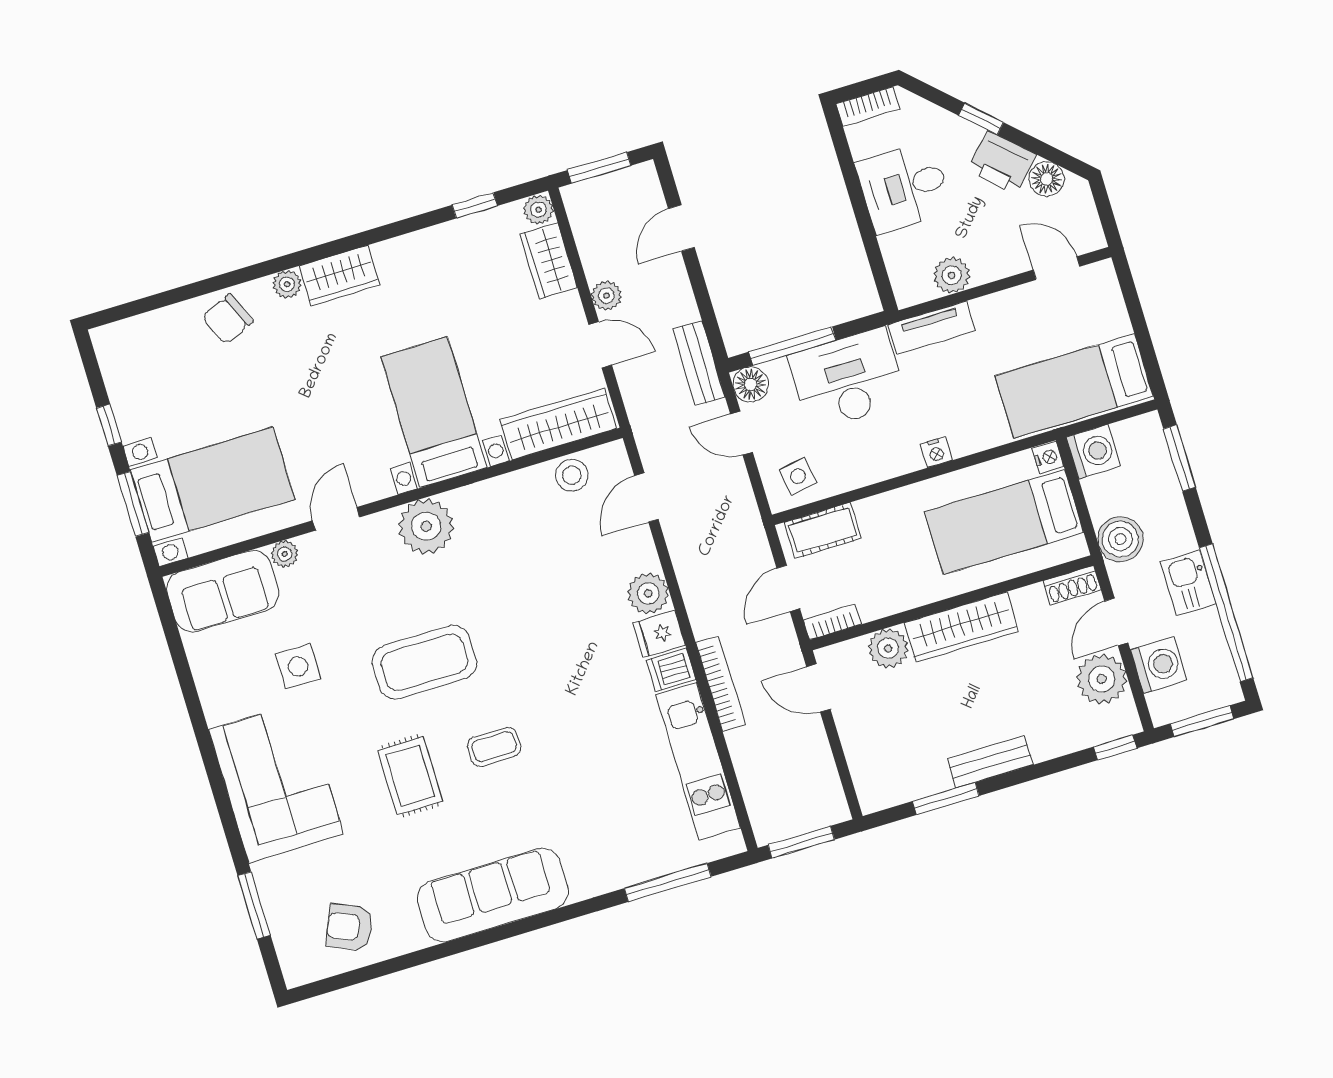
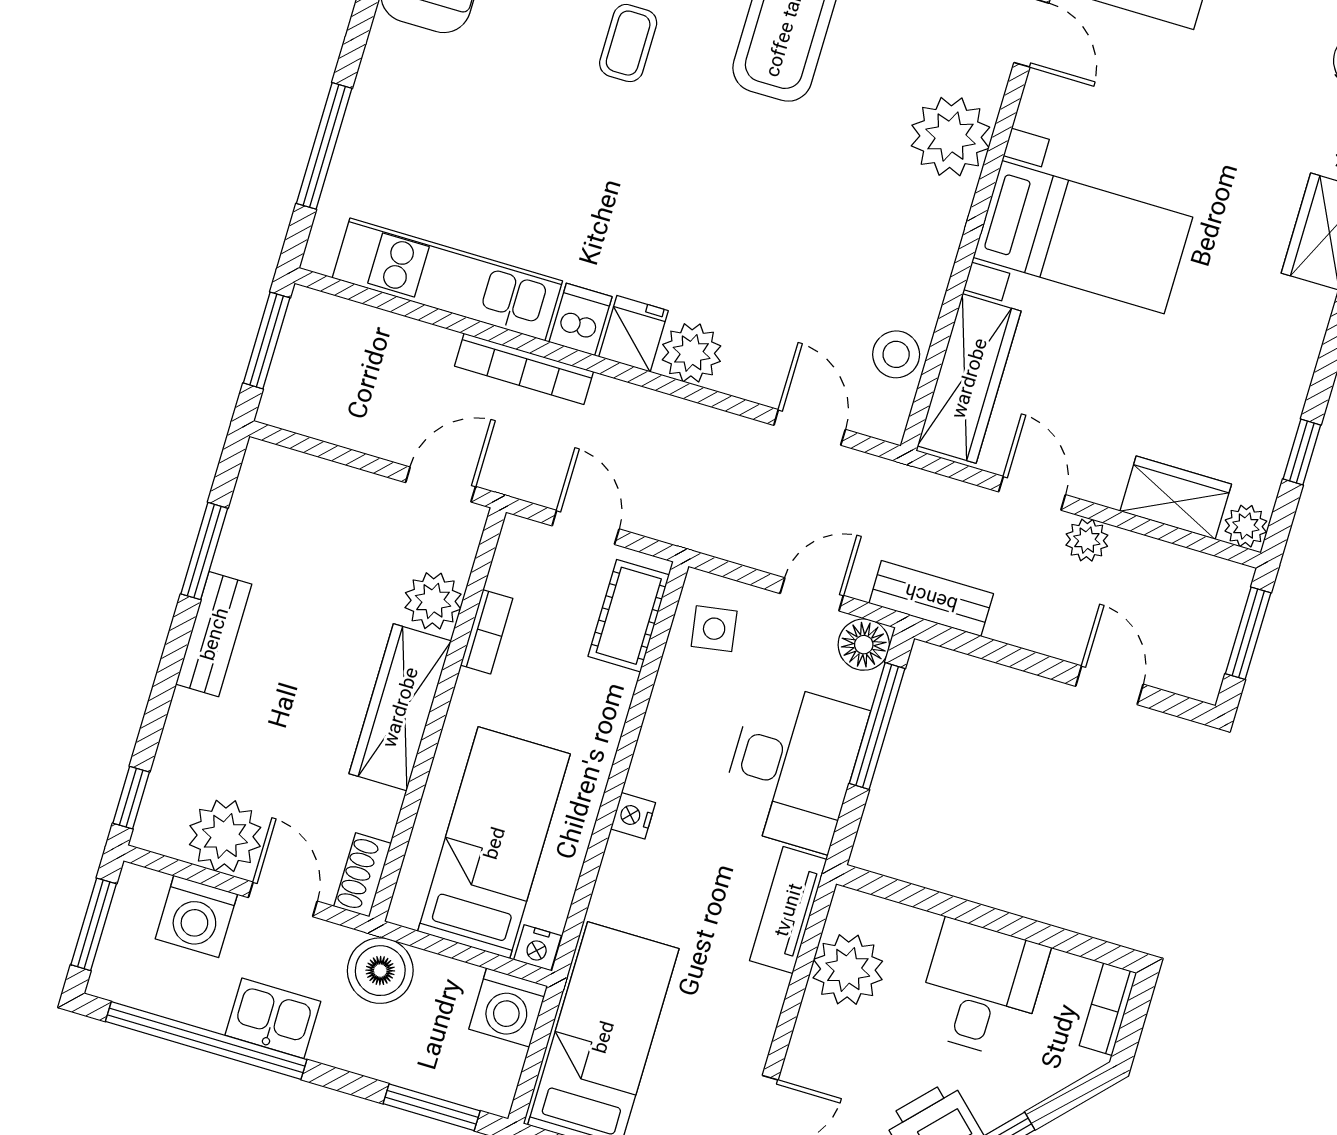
plant: (952, 275) -> (848, 970), width x1.36, depth x1.36
door: (600, 345) -> (1032, 493), swing flipped
bookcase: (832, 622) -> (487, 632), moved

